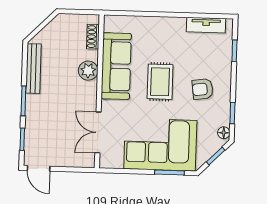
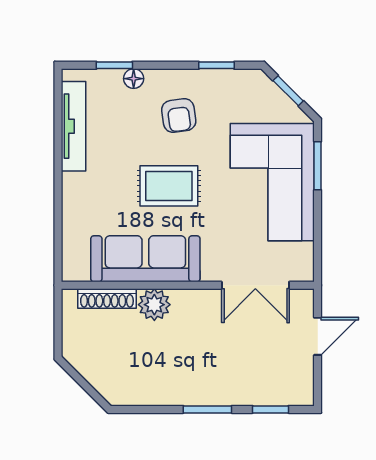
tv unit: (206, 25) -> (74, 126), width x1.41
shoe rack: (93, 37) -> (107, 299), width x1.43
bench: (33, 69) -> (154, 395), removed
floor lamp: (224, 133) -> (134, 79), moved
door: (39, 168) -> (318, 336), moved

